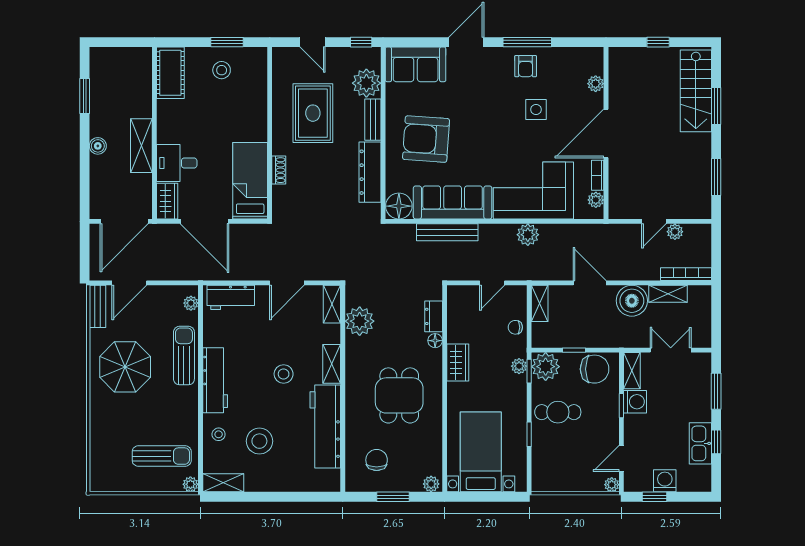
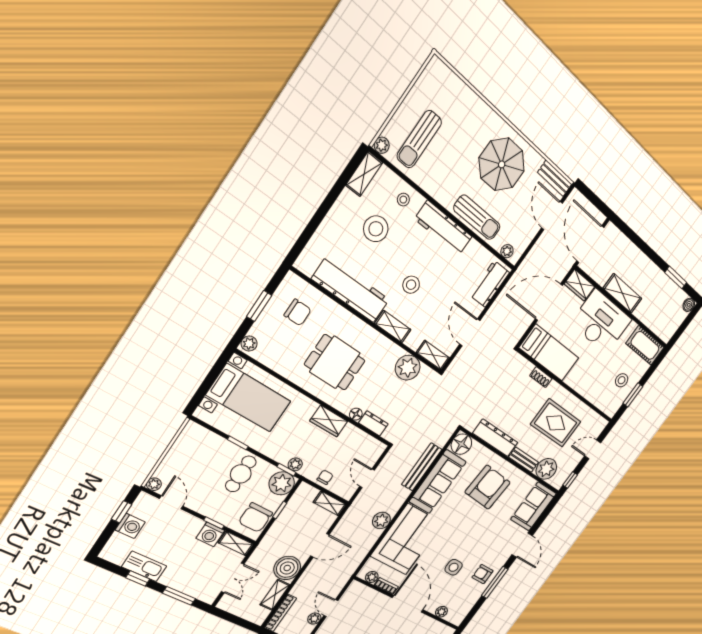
boiler: (98, 146) -> (689, 305), moved
desk: (177, 163) -> (601, 322), width x1.87, depth x1.30

